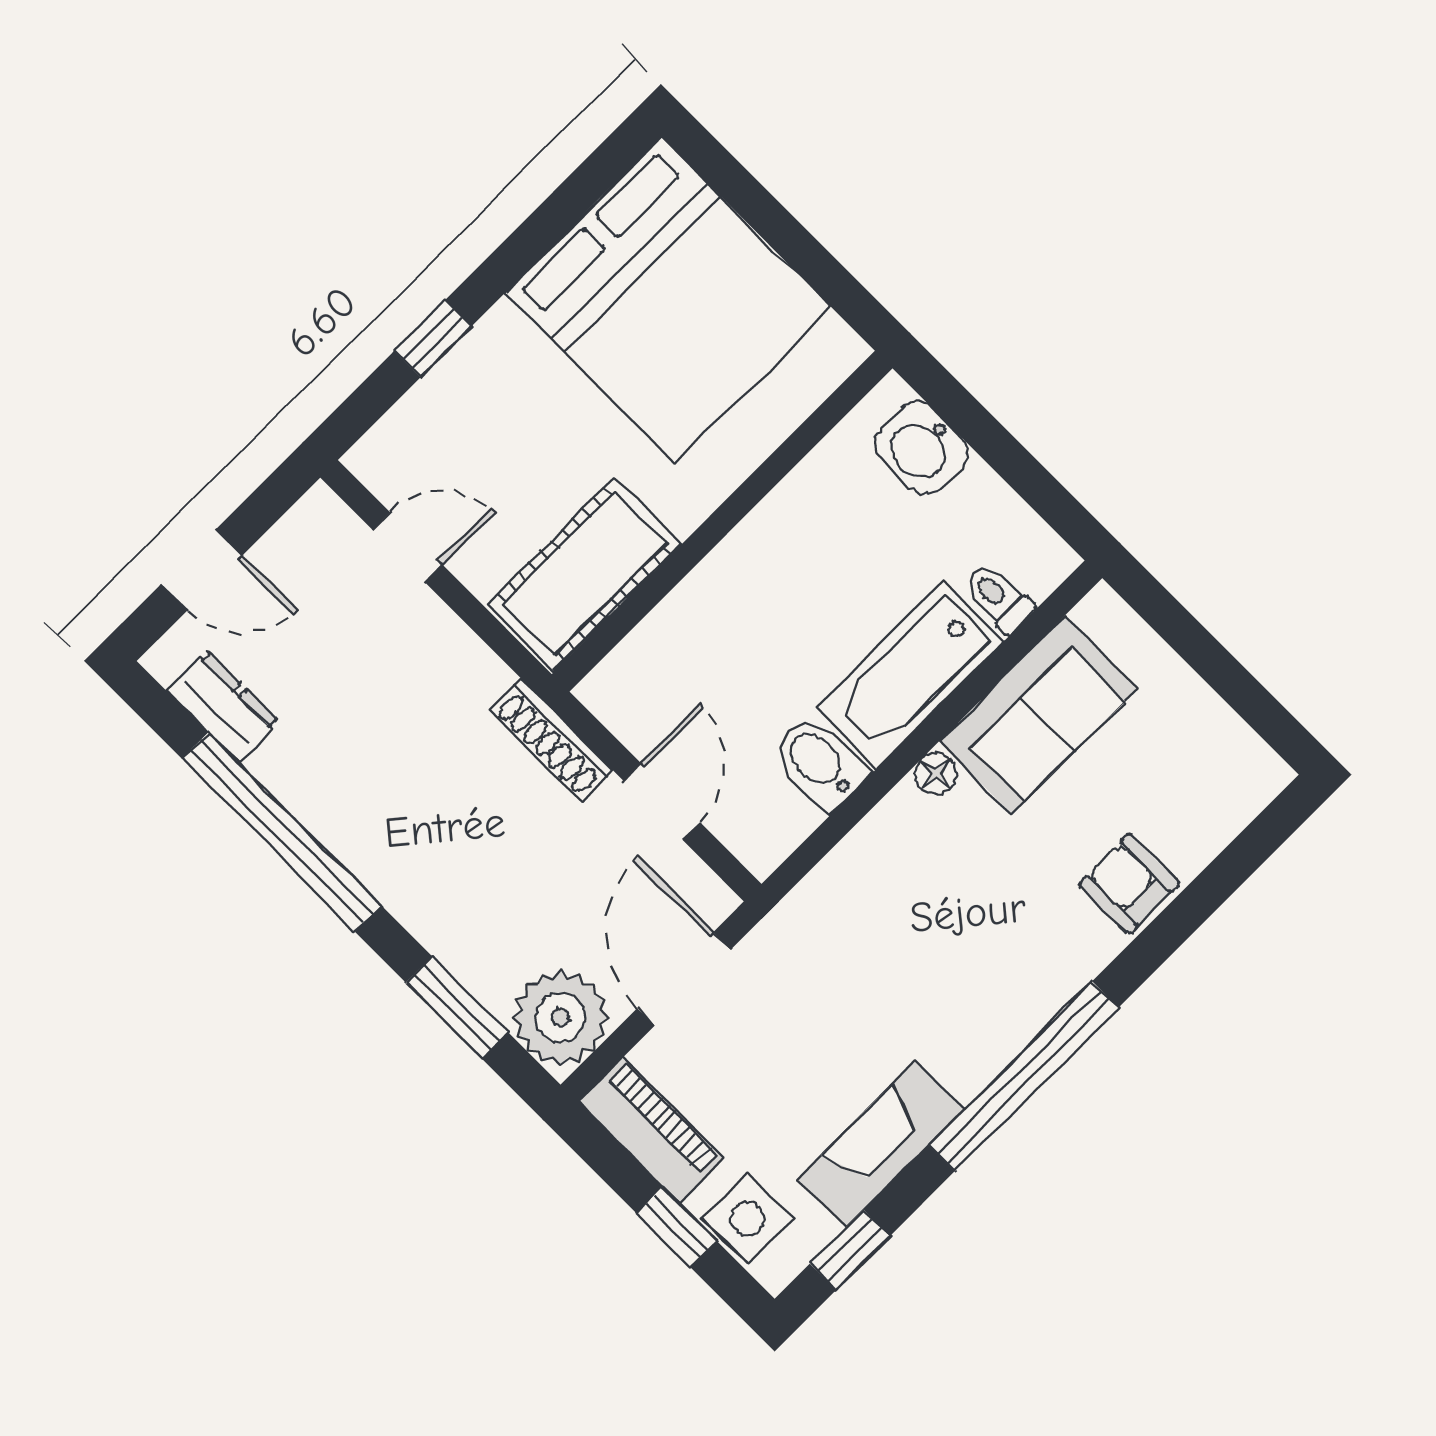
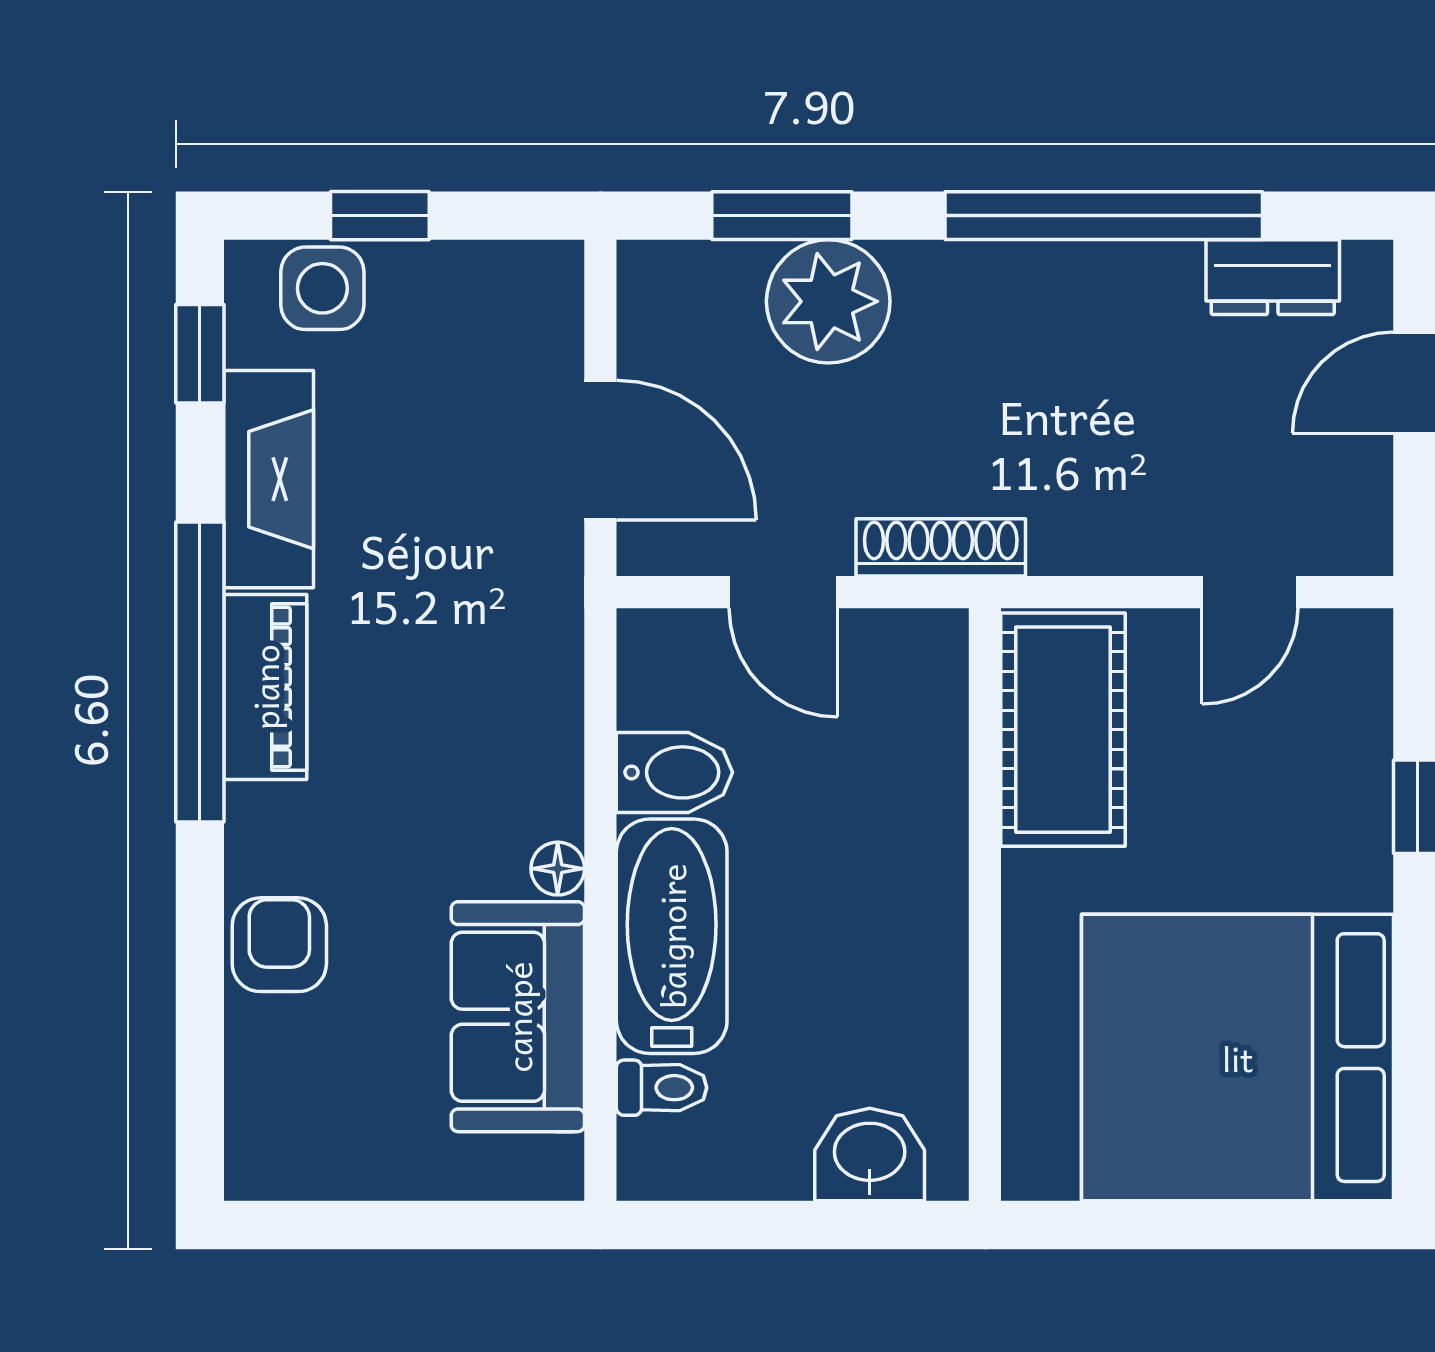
armchair: (1129, 884) -> (279, 945), turned -90
plant: (560, 1017) -> (828, 301), moved
piano: (651, 1130) -> (265, 687), moved, turned -90

